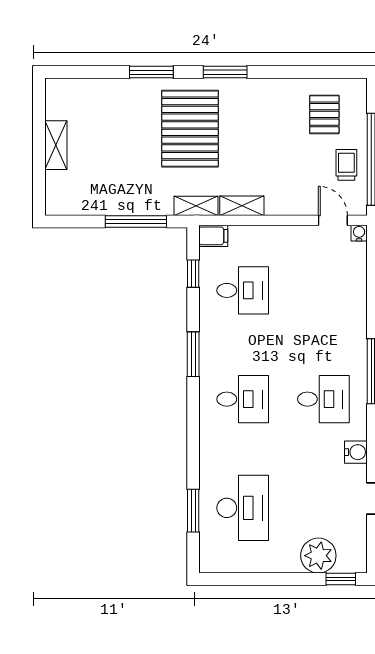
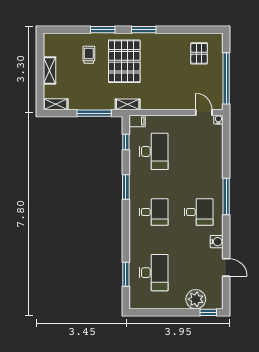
trolley: (346, 165) -> (89, 55), moved
shelving: (242, 206) -> (56, 104), moved
desk: (243, 290) -> (154, 151), width x1.37

